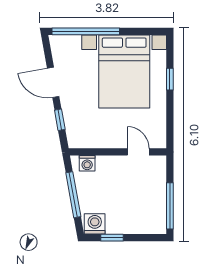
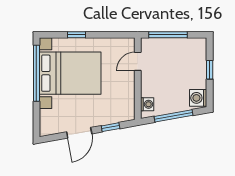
window: (86, 31) -> (36, 73), moved
window: (170, 206) -> (168, 35), moved
window: (112, 238) -> (210, 70), moved

